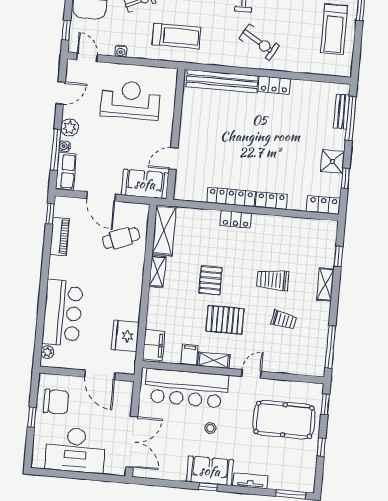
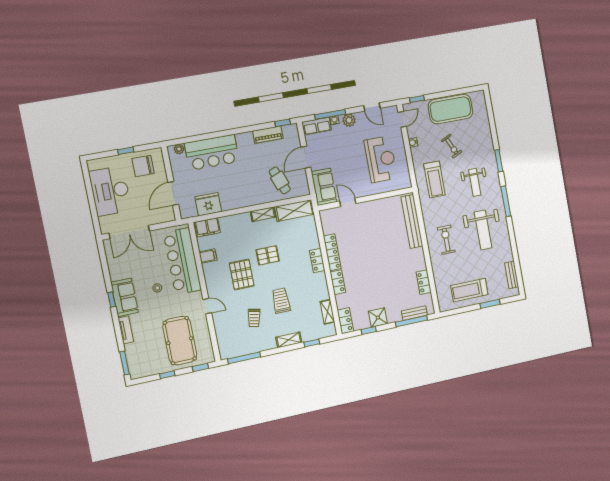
exercise bike: (259, 42) -> (446, 240), turned 149
locker: (274, 85) -> (424, 282), moved
shelving: (214, 360) -> (327, 312), moved
chair: (56, 402) -> (143, 166), turned 90

